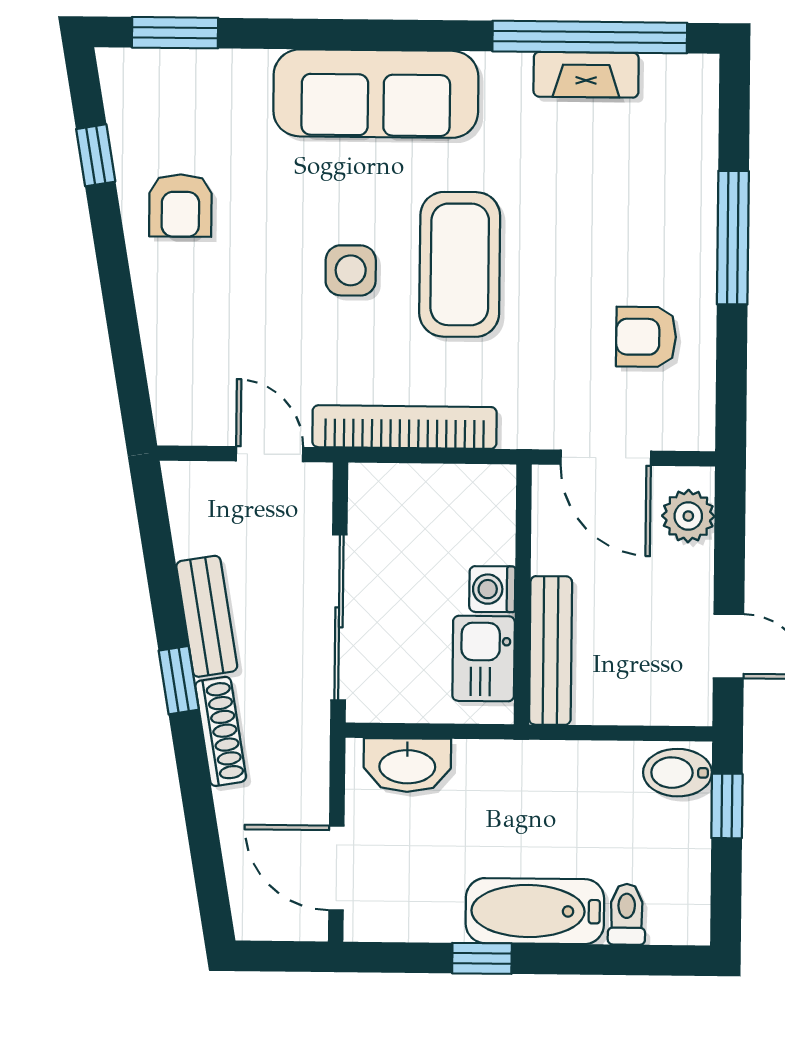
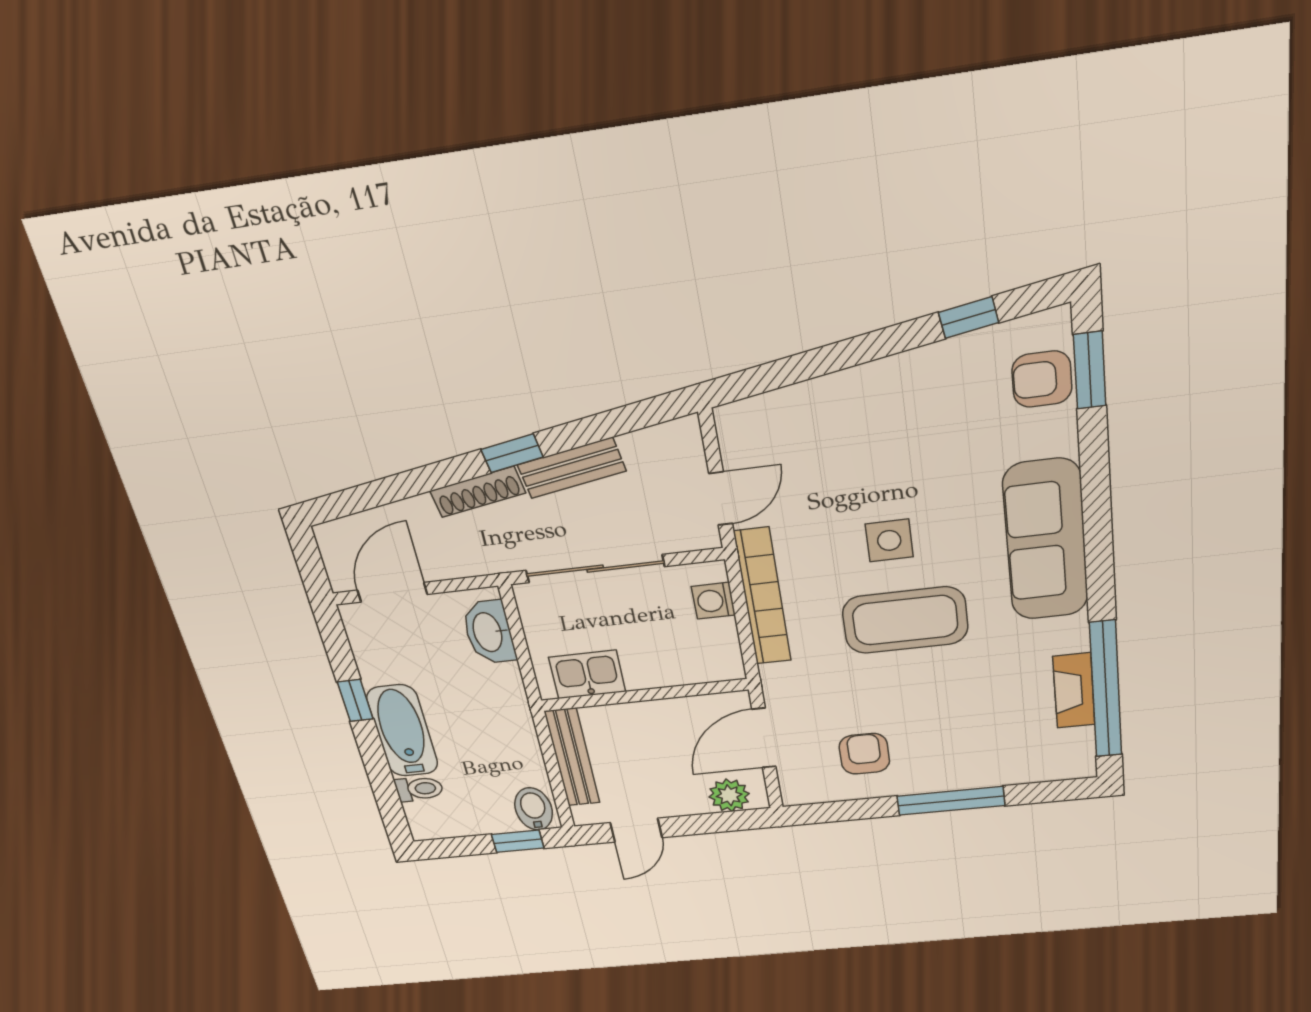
armchair: (180, 206) -> (1042, 379), moved
washing machine: (492, 589) -> (713, 601), moved, turned -90
bench: (551, 650) -> (572, 757), moved, turned 90

